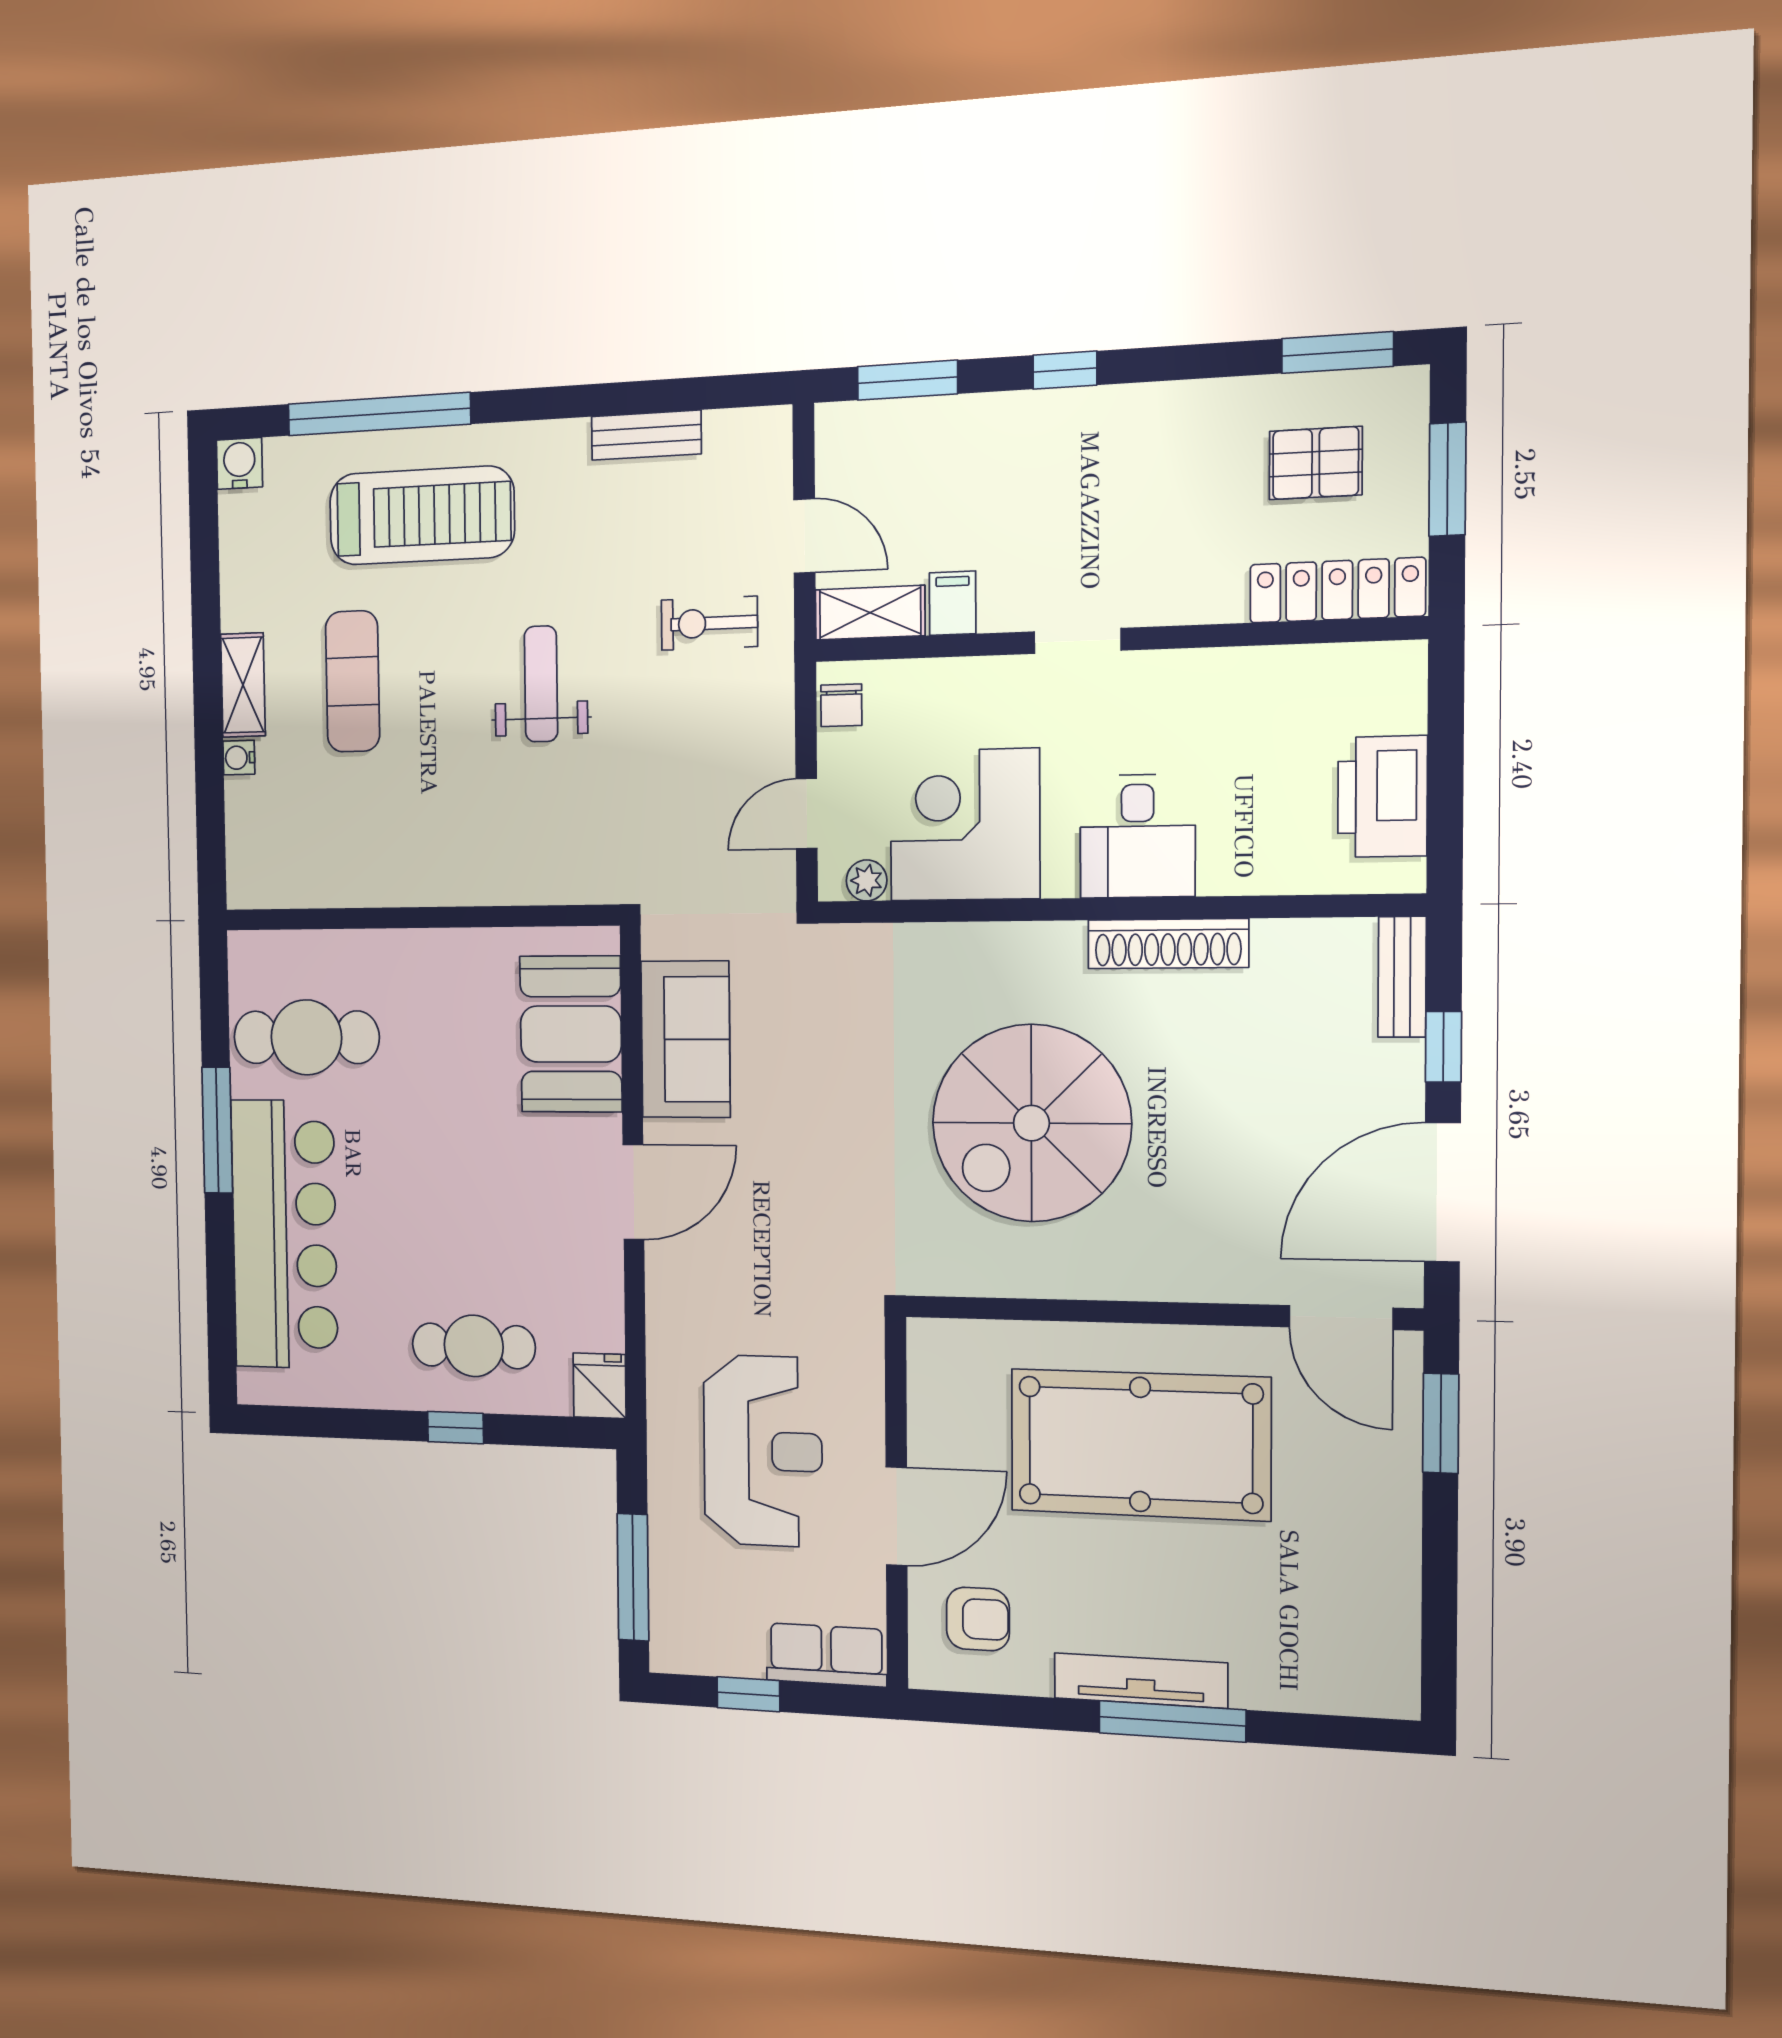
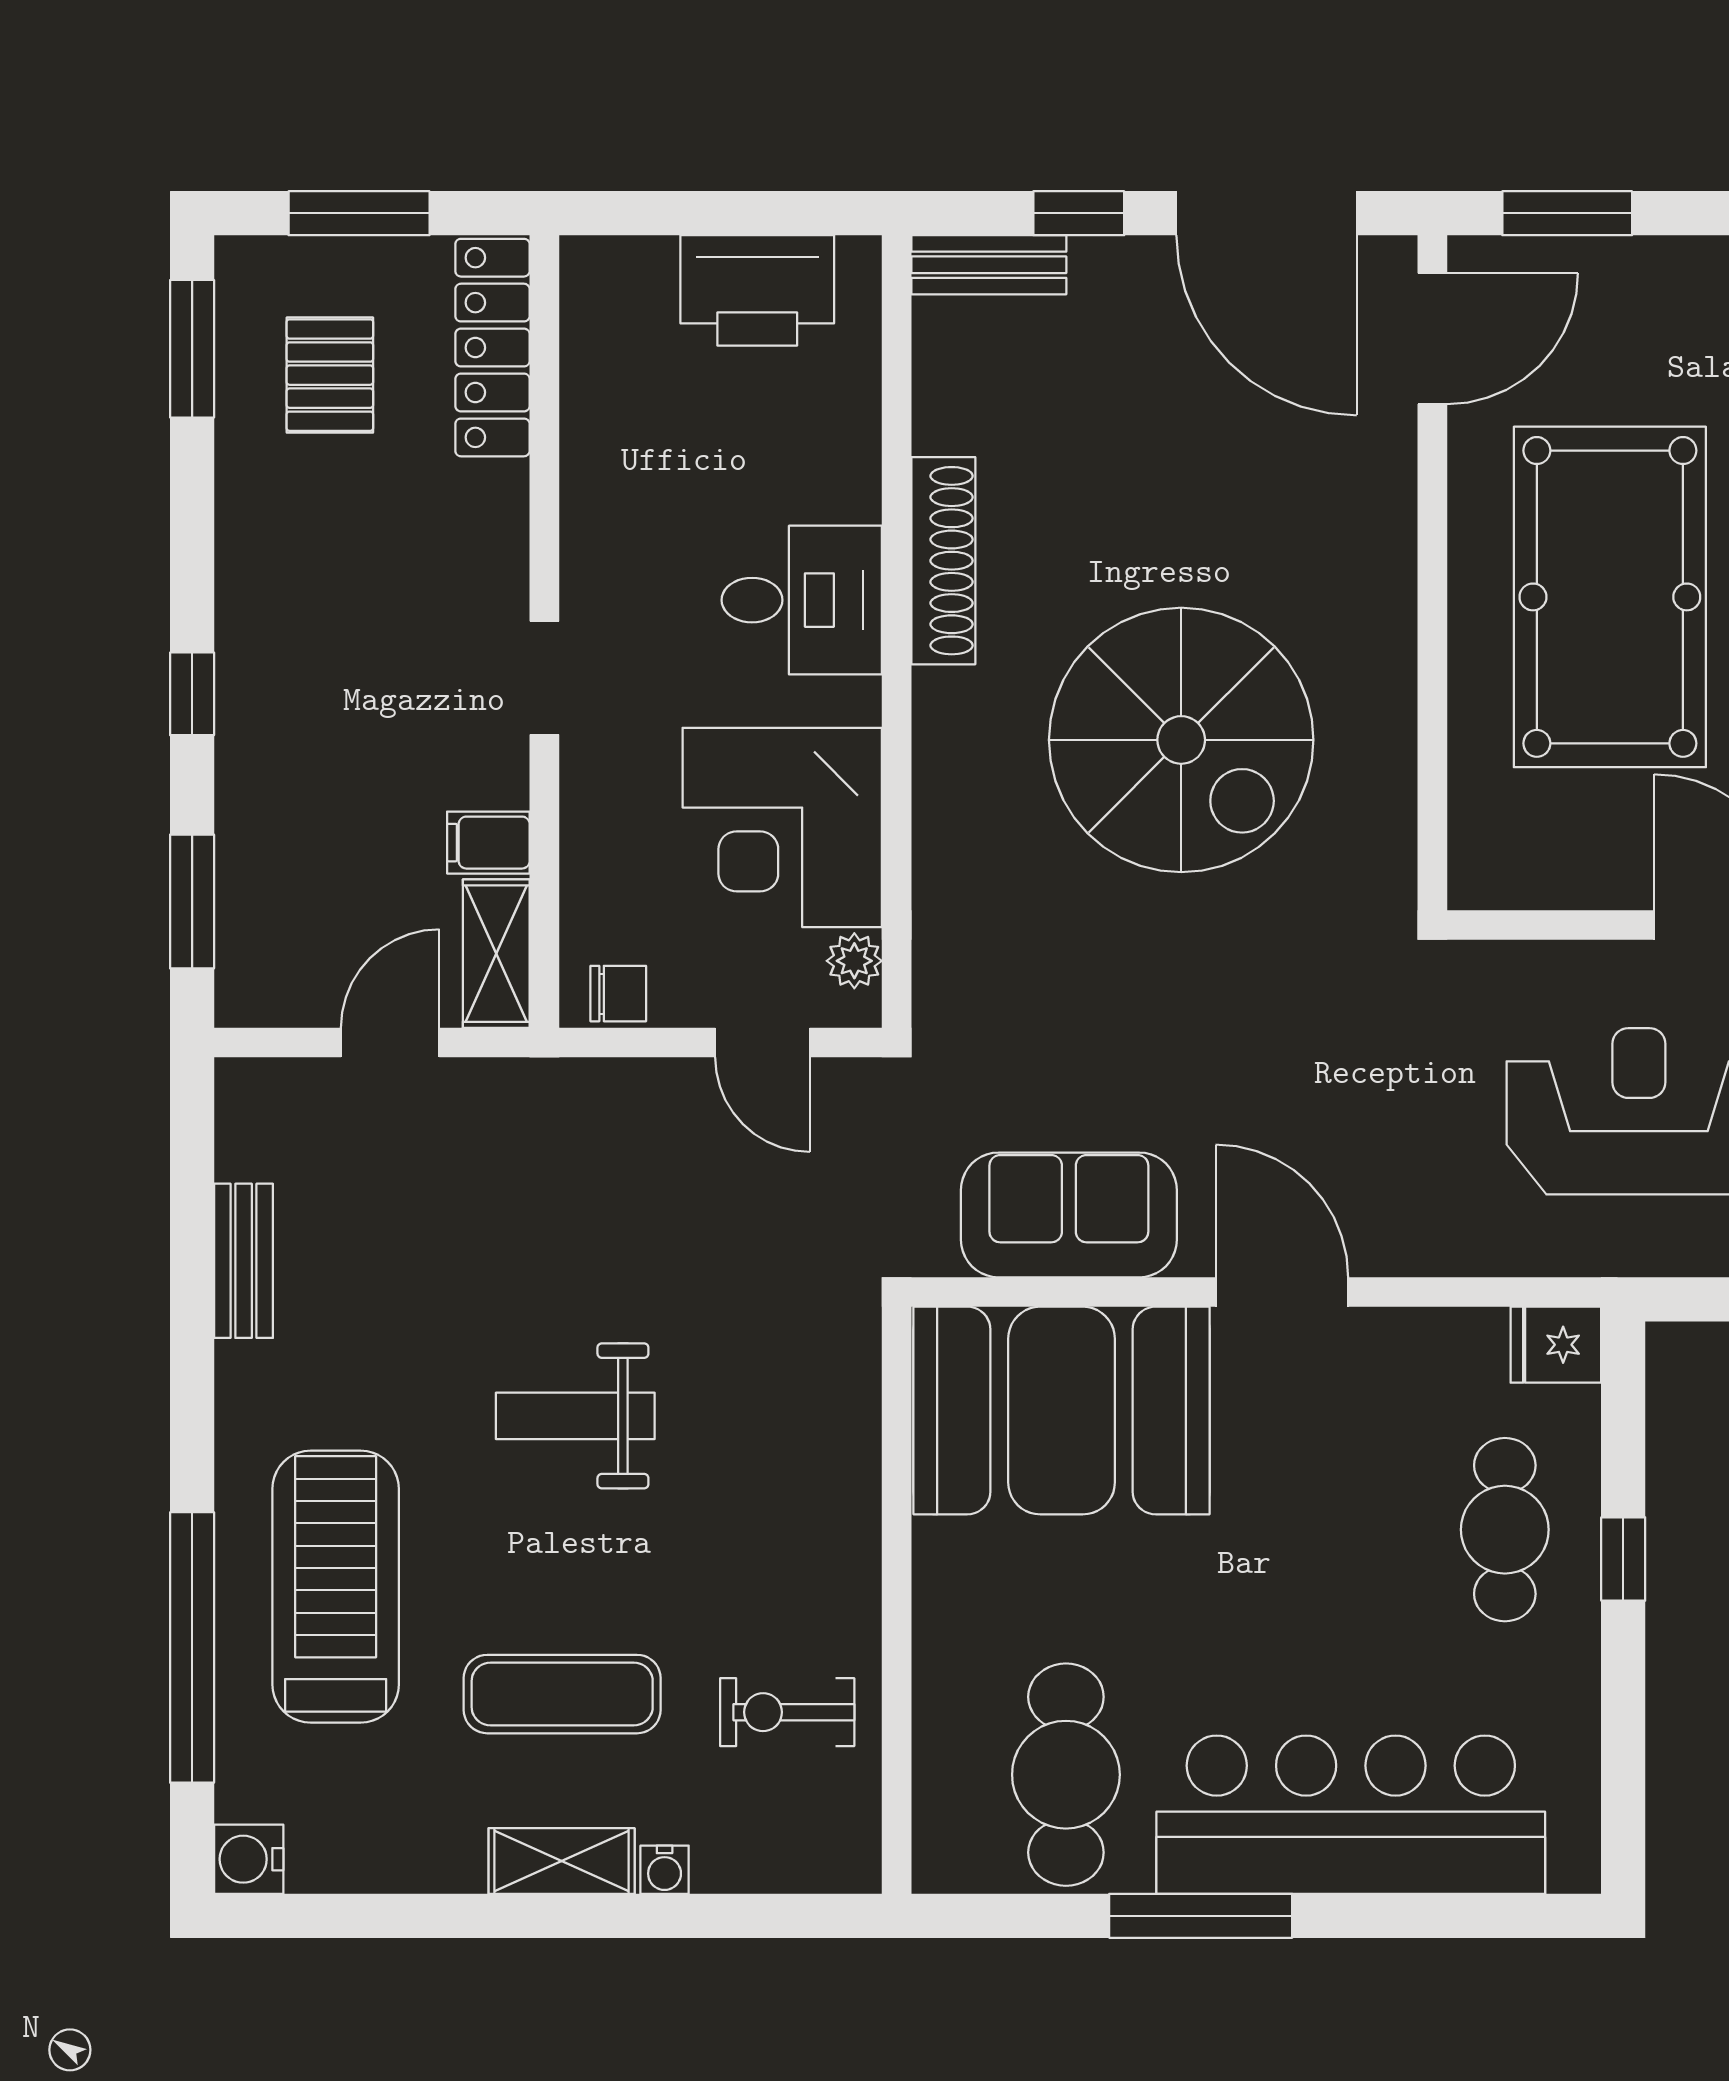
exercise bike: (709, 623) -> (787, 1712), moved, turned 90
booth: (571, 1034) -> (1062, 1411), width x1.36, depth x1.42

